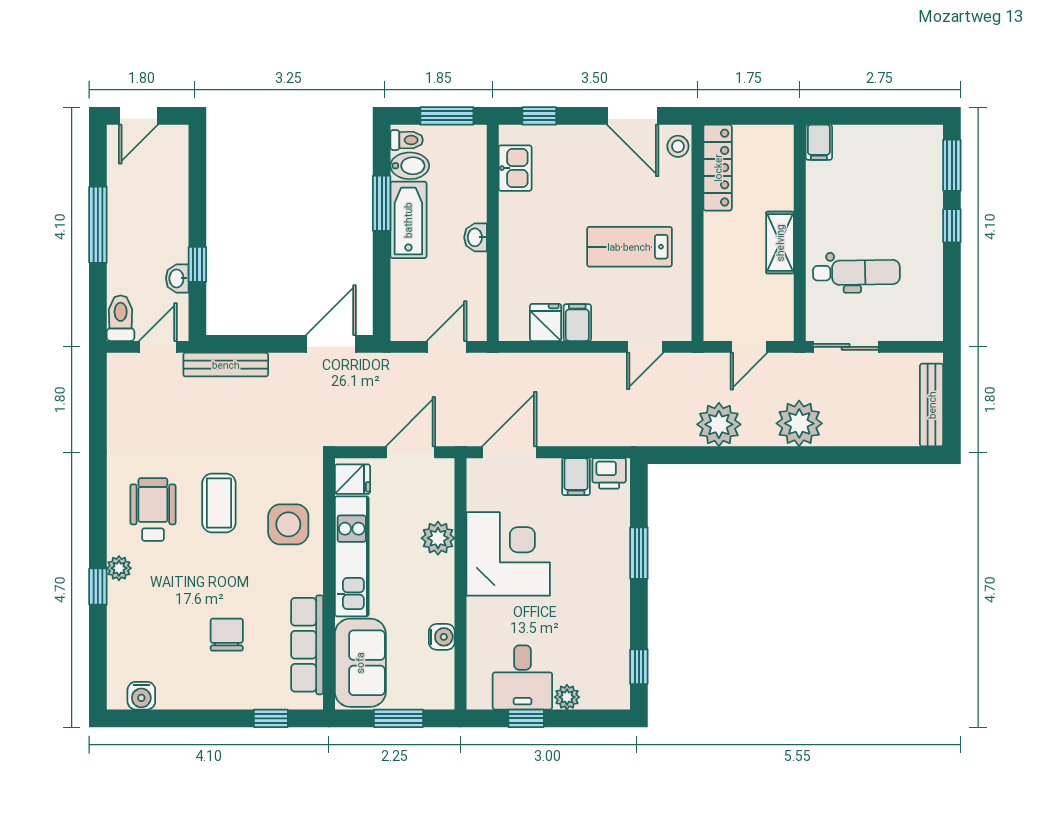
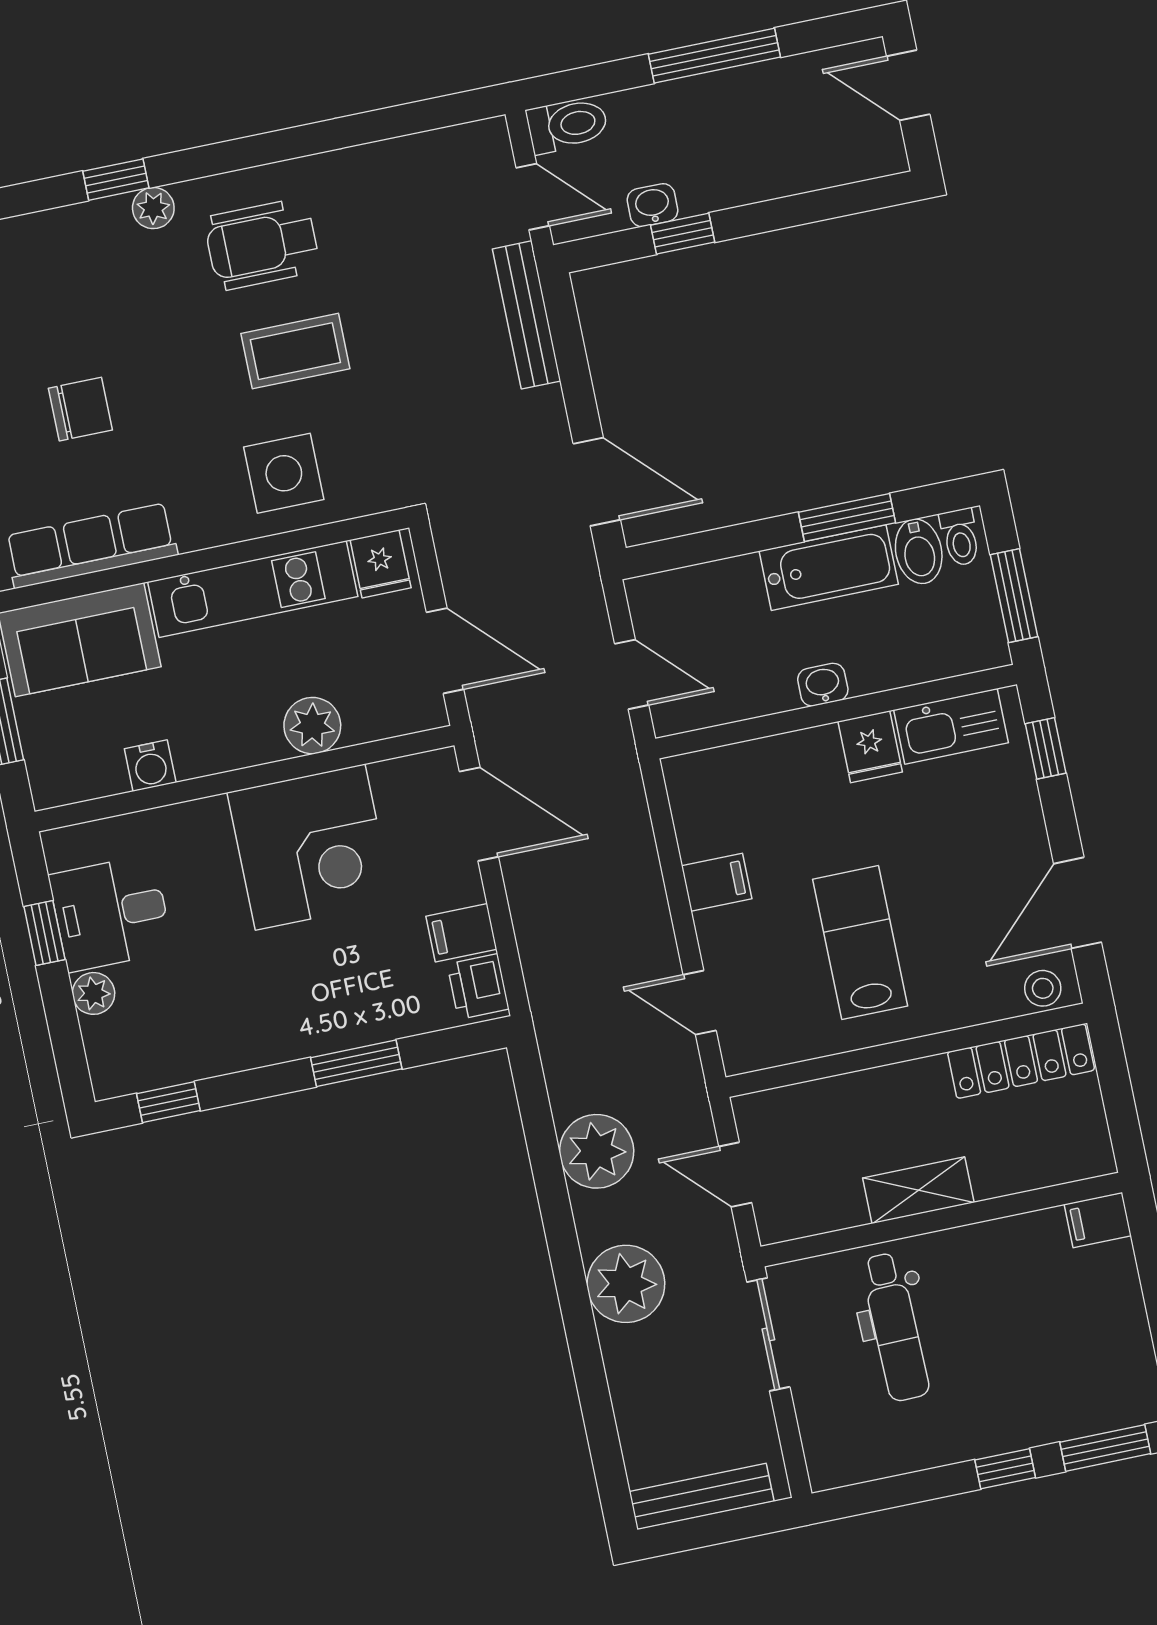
kitchen sink: (515, 168) -> (951, 726), width x1.38
fridge: (546, 322) -> (870, 747), moved, turned 90
wheelchair: (153, 509) -> (262, 244), turned 180

